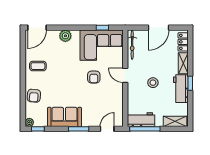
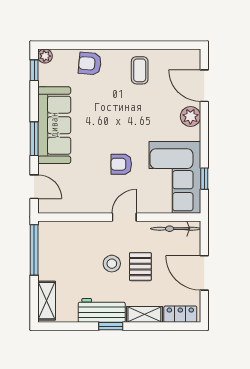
door: (37, 28) -> (204, 86), moved
pallet: (155, 66) -> (140, 267), added
sofa: (64, 117) -> (54, 125), width x1.36
workbench: (141, 120) -> (50, 244), removed

